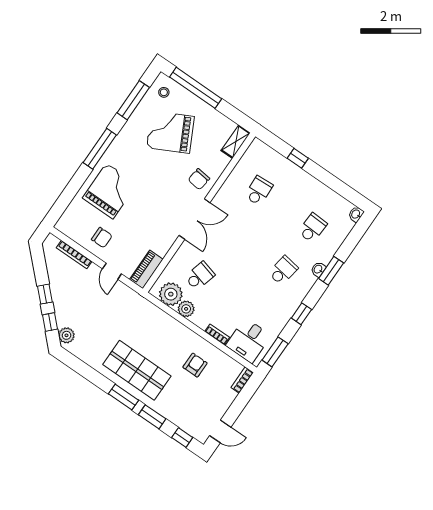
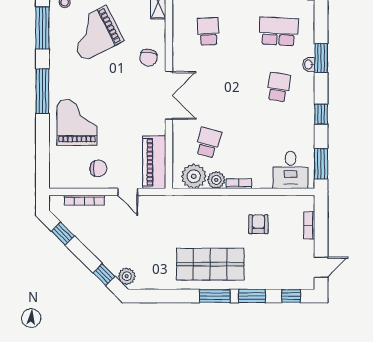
school desk: (313, 228) -> (279, 31), width x1.85
piano: (146, 269) -> (154, 162), width x1.37, depth x1.33
window: (45, 294) -> (63, 234), moved
bookcase: (217, 334) -> (239, 184), moved
bookcase: (242, 380) -> (309, 225), moved

